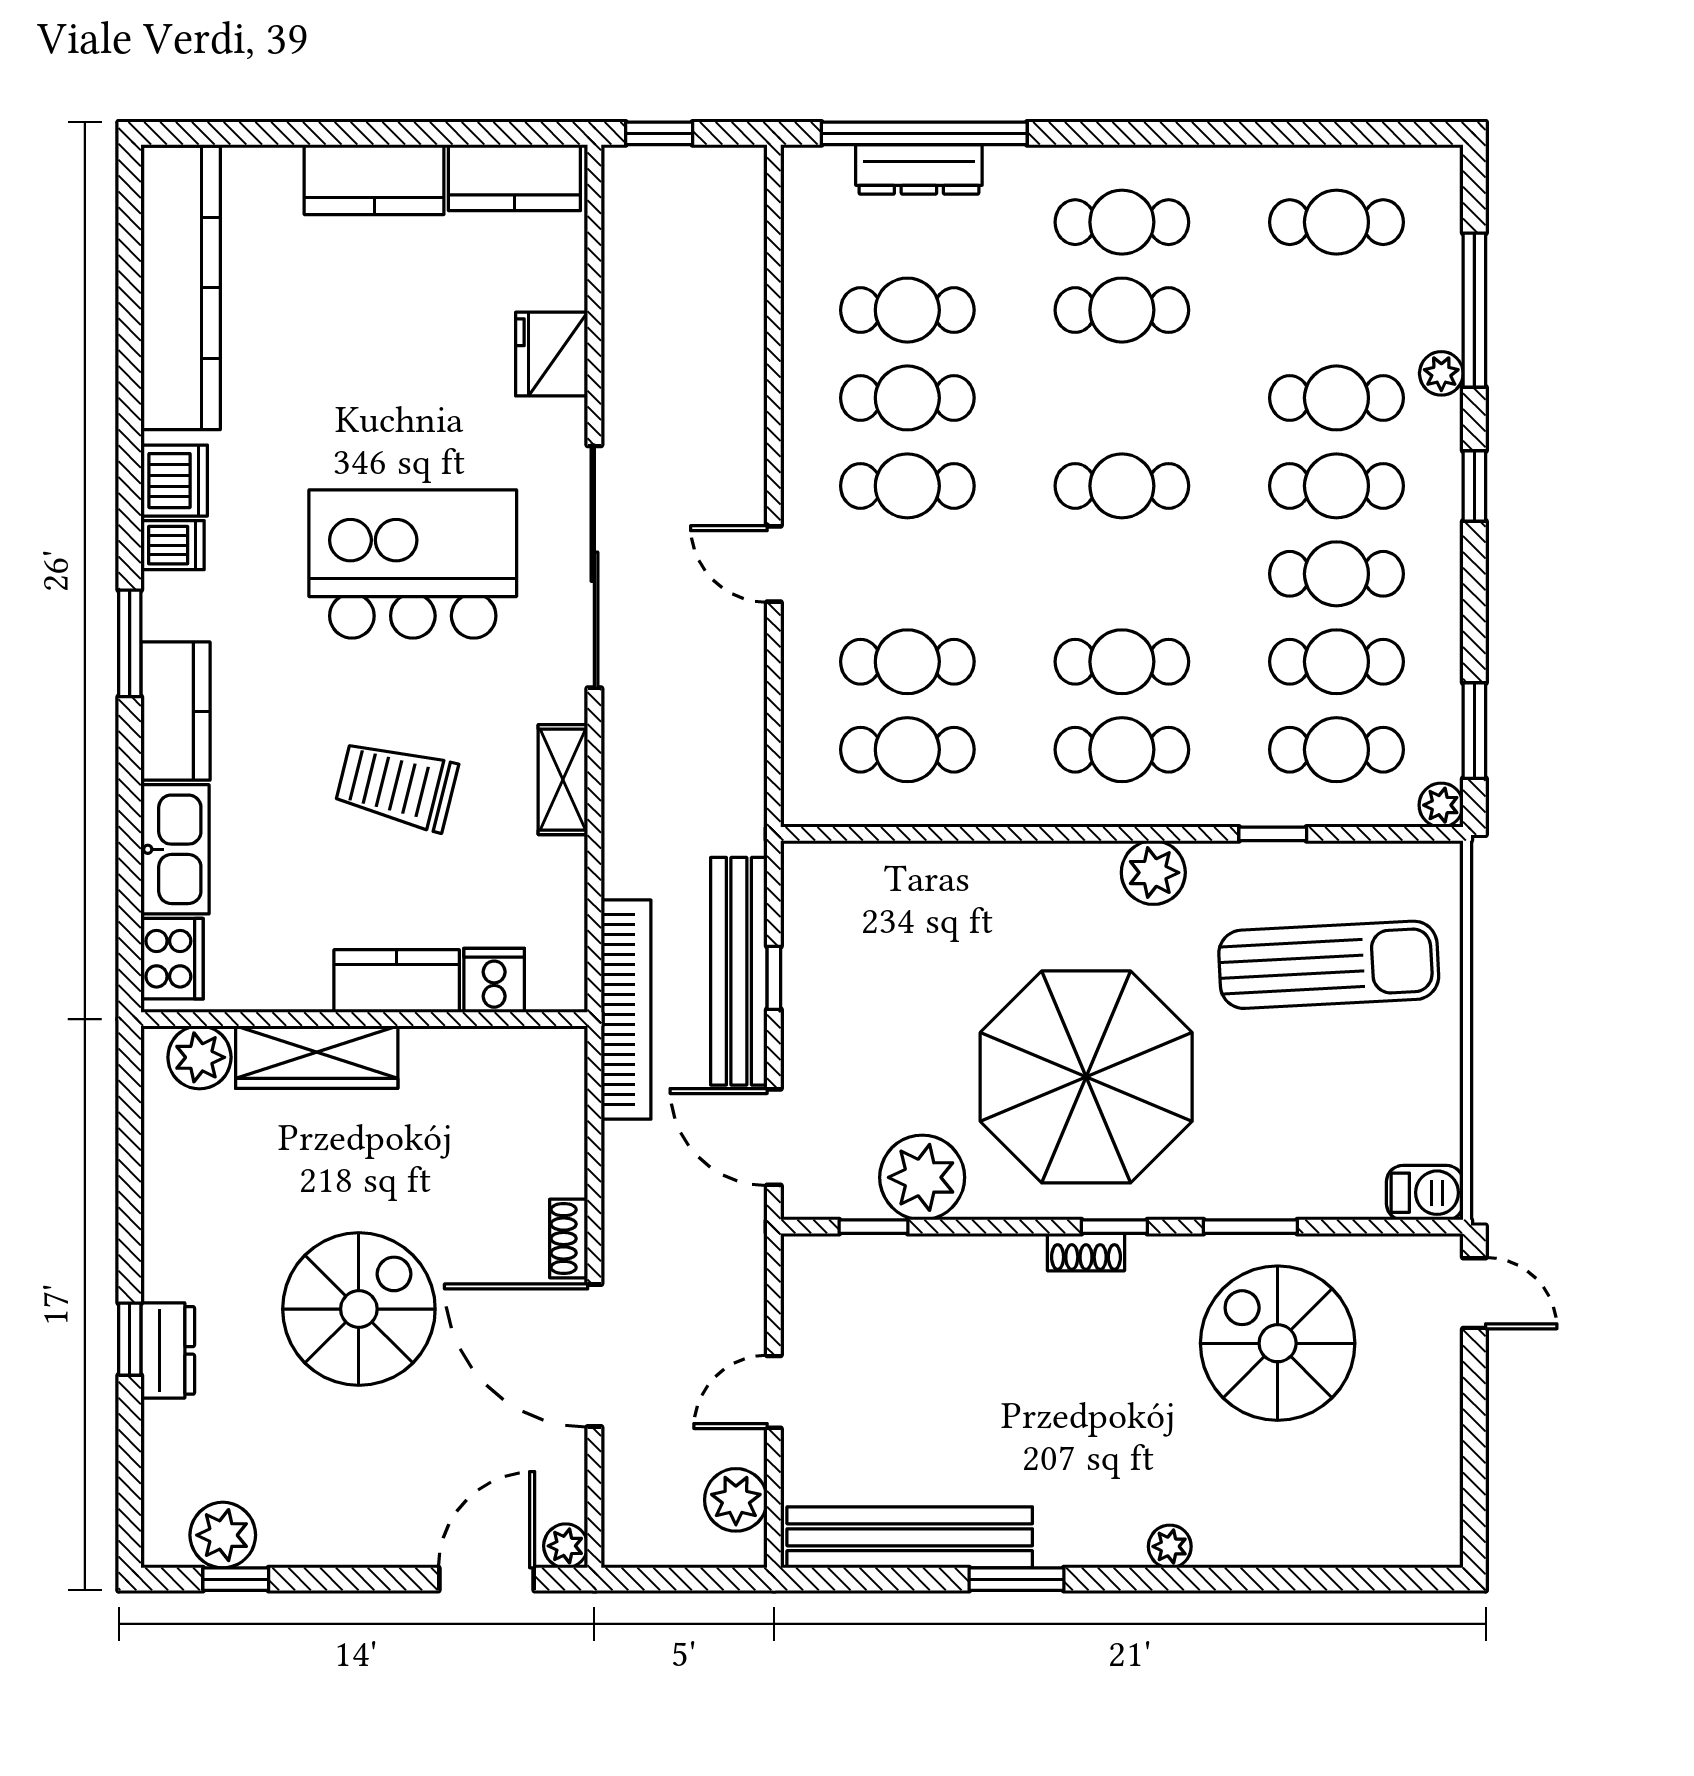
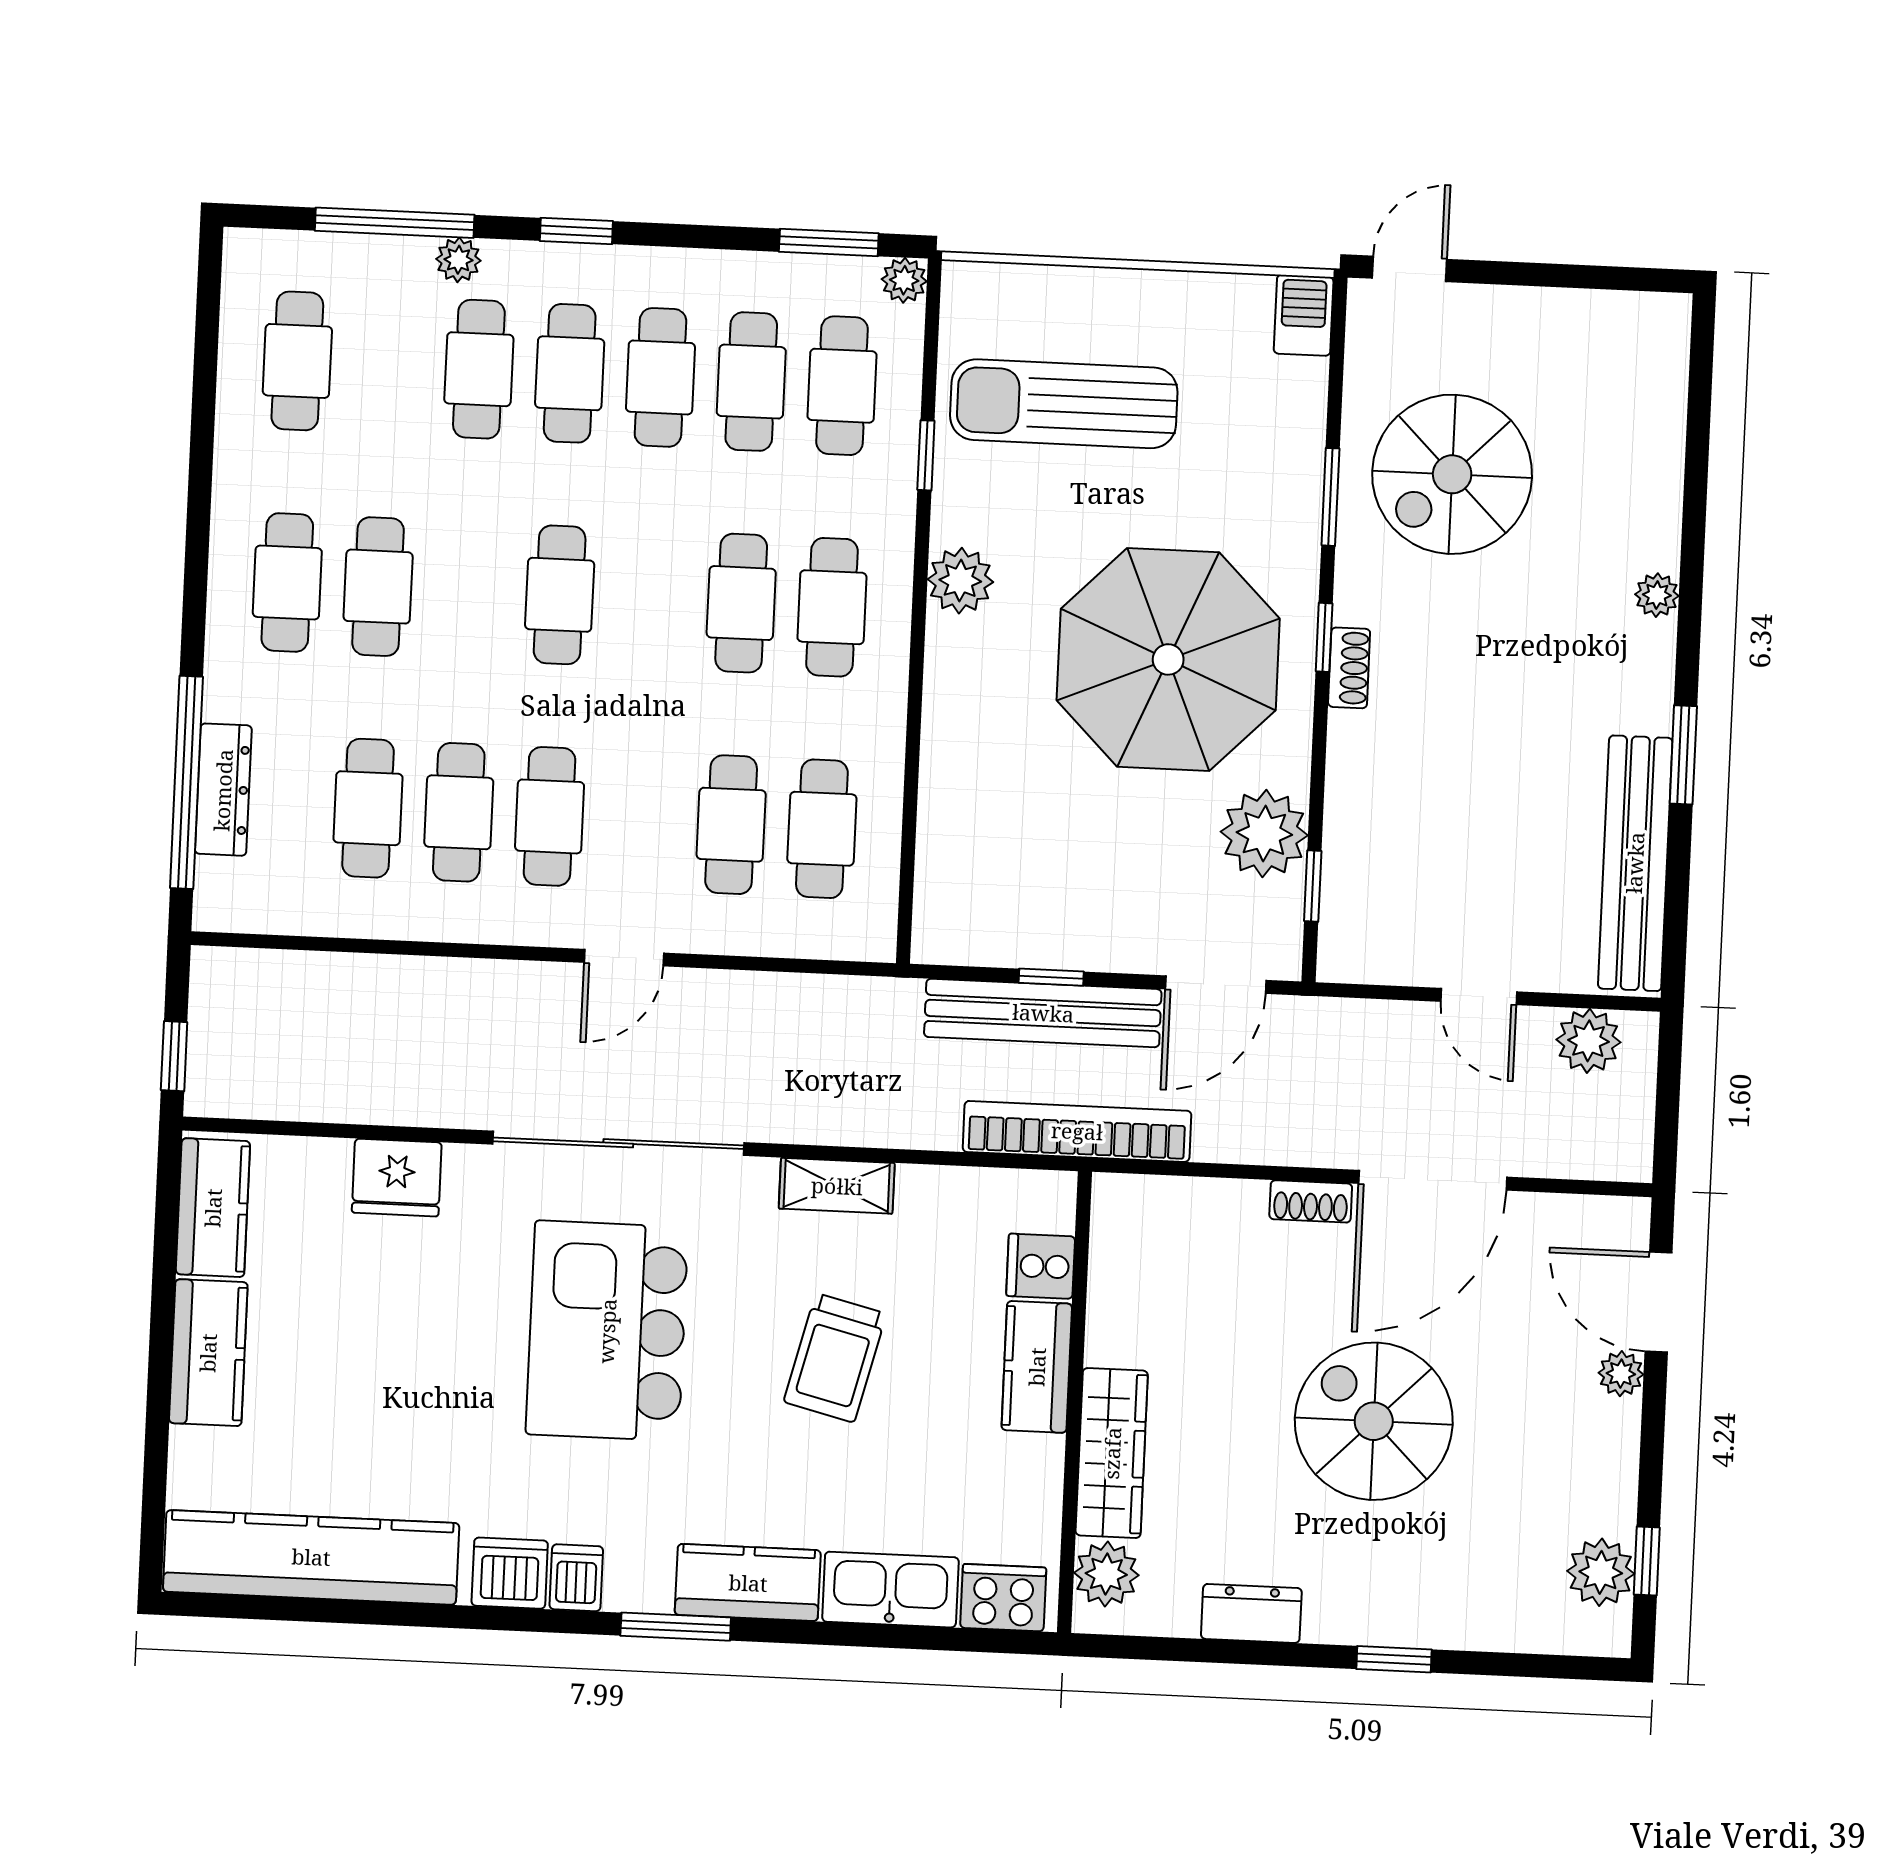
sun lounger: (1329, 965) -> (1064, 404), turned -87
dresser: (168, 1350) -> (1251, 1613), moved
plant: (566, 1546) -> (1621, 1374), moved

